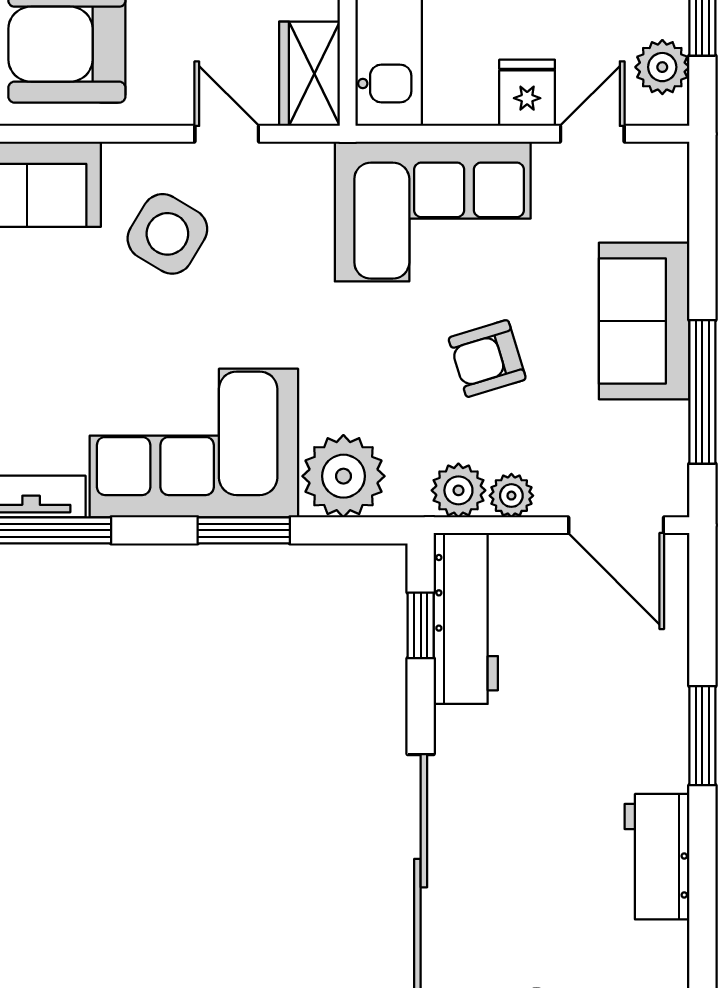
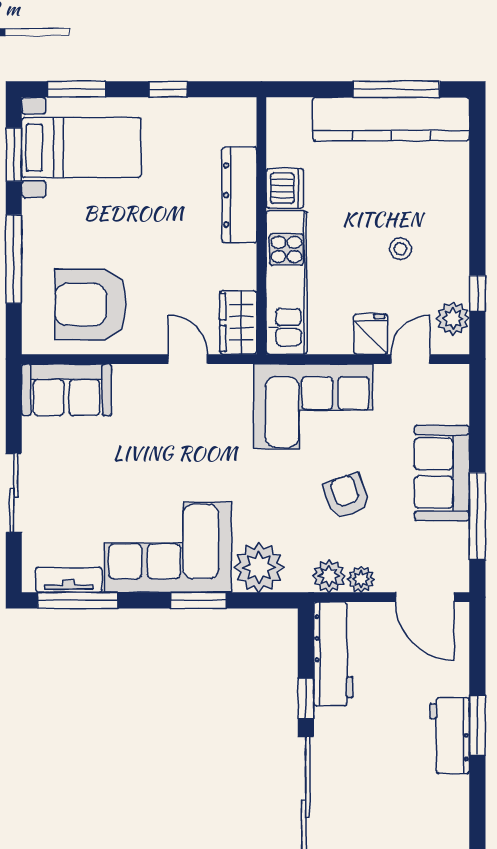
side table: (167, 234) -> (152, 420), removed
armchair: (487, 359) -> (346, 496), turned 88
window: (421, 625) -> (306, 698), moved
workbench: (657, 857) -> (450, 736), moved

